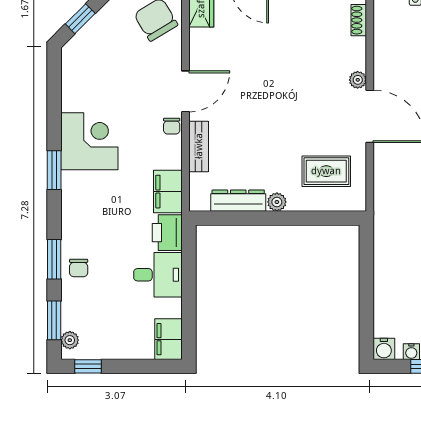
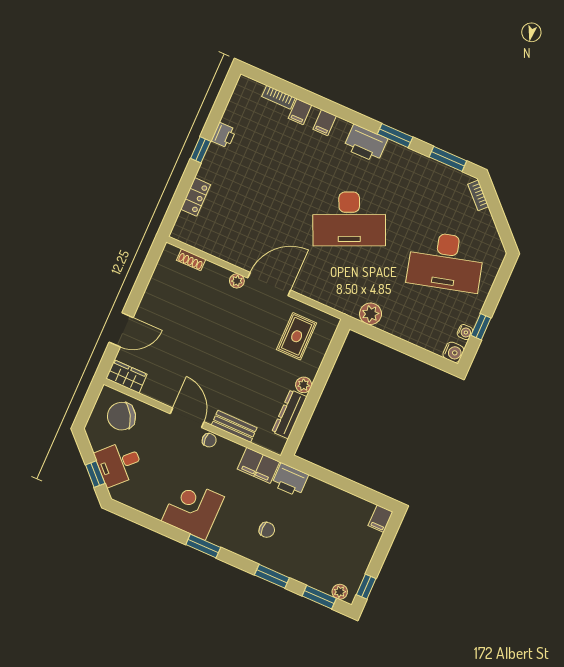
plant: (386, 241) -> (371, 314), added
chair: (79, 268) -> (267, 530), moved
desk: (158, 275) -> (119, 463), moved, turned -135
filing cabinet: (169, 339) -> (381, 519), width x0.50

